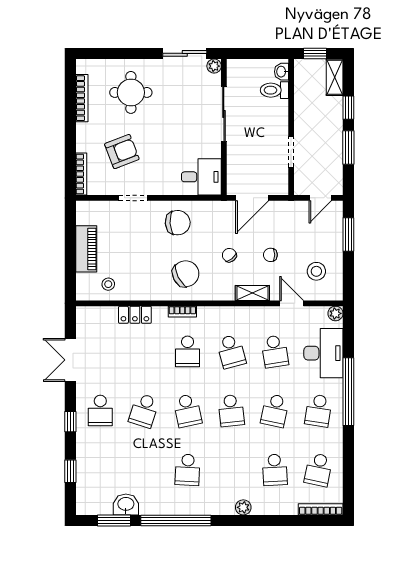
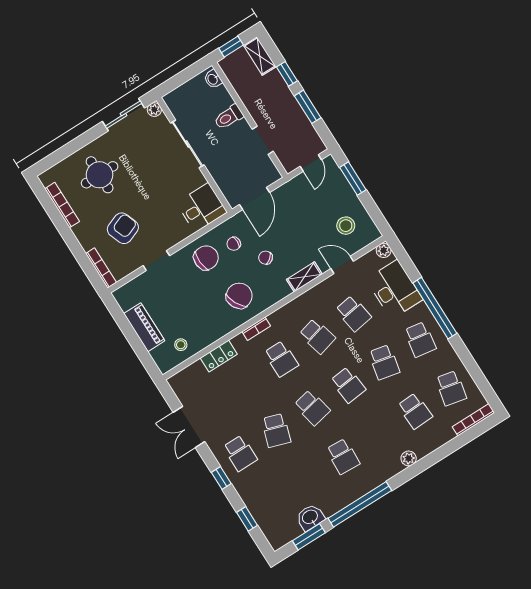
toilet: (274, 90) -> (229, 117), moved
chair: (270, 255) -> (234, 244), moved

